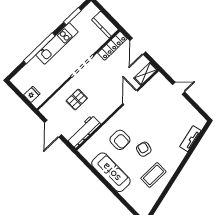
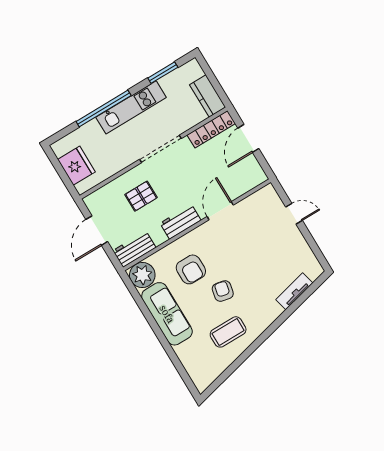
shelving: (146, 74) -> (250, 181), removed
fridge: (32, 94) -> (76, 166), width x1.88, depth x1.34
workbench: (106, 110) -> (180, 222), added
workbench: (84, 132) -> (134, 249), width x0.73
plant: (89, 151) -> (142, 275), added

